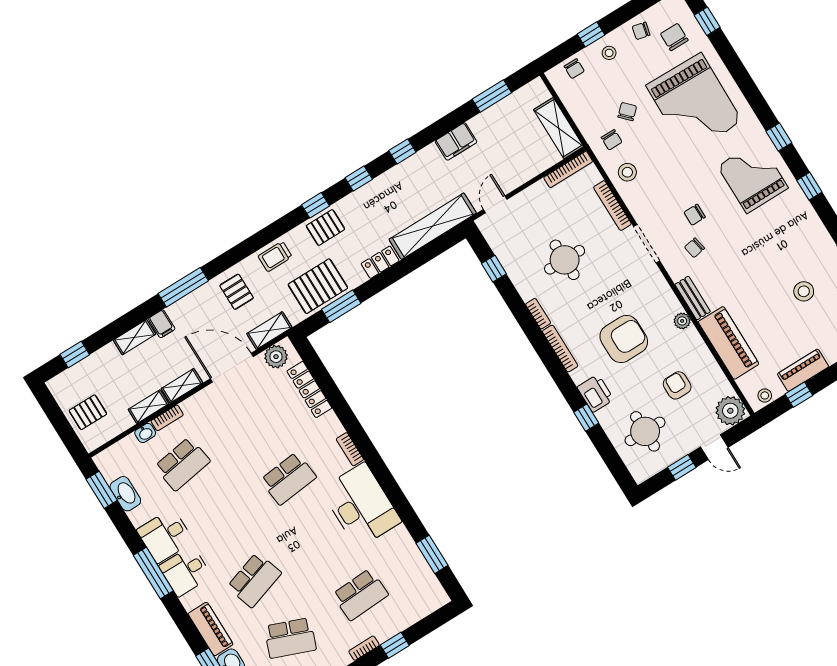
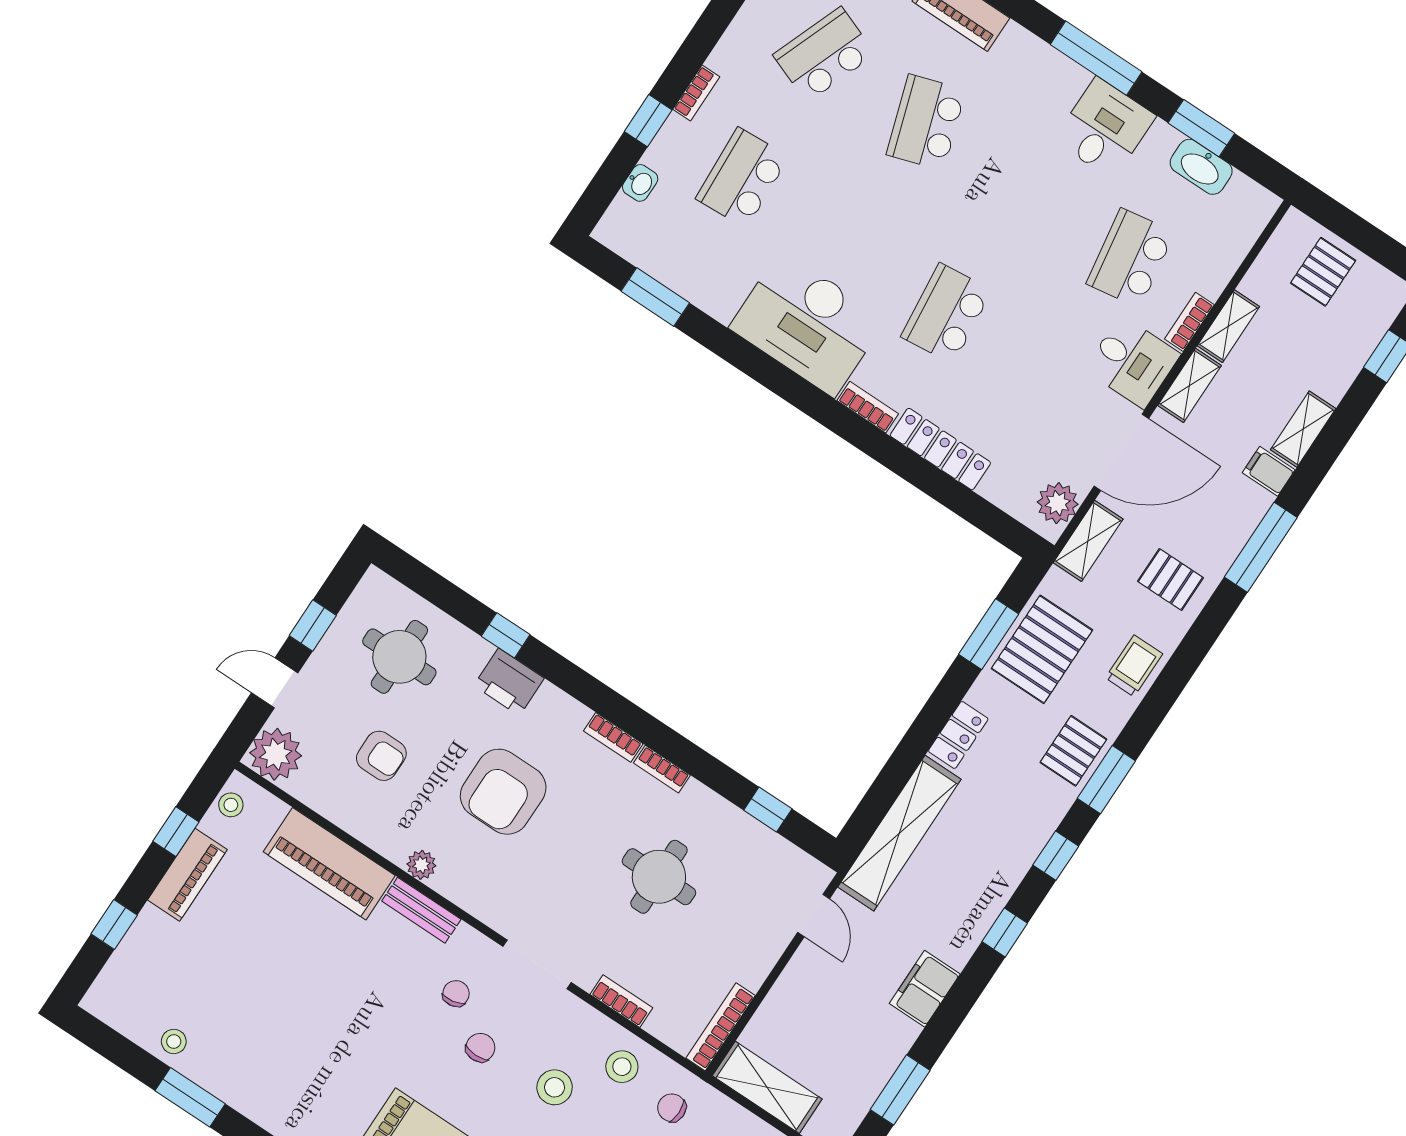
window: (315, 205) -> (1106, 780), width x1.50
bookcase: (612, 206) -> (621, 1001), width x0.64
stool: (804, 291) -> (555, 1087), moved
bookcase: (560, 349) -> (613, 737), width x0.64
locker: (309, 389) -> (940, 449), moved
washbasin: (145, 433) -> (640, 183), moved, turned 180
window: (102, 490) -> (1201, 128), moved
desk: (185, 571) -> (1132, 362), moved, turned 90

